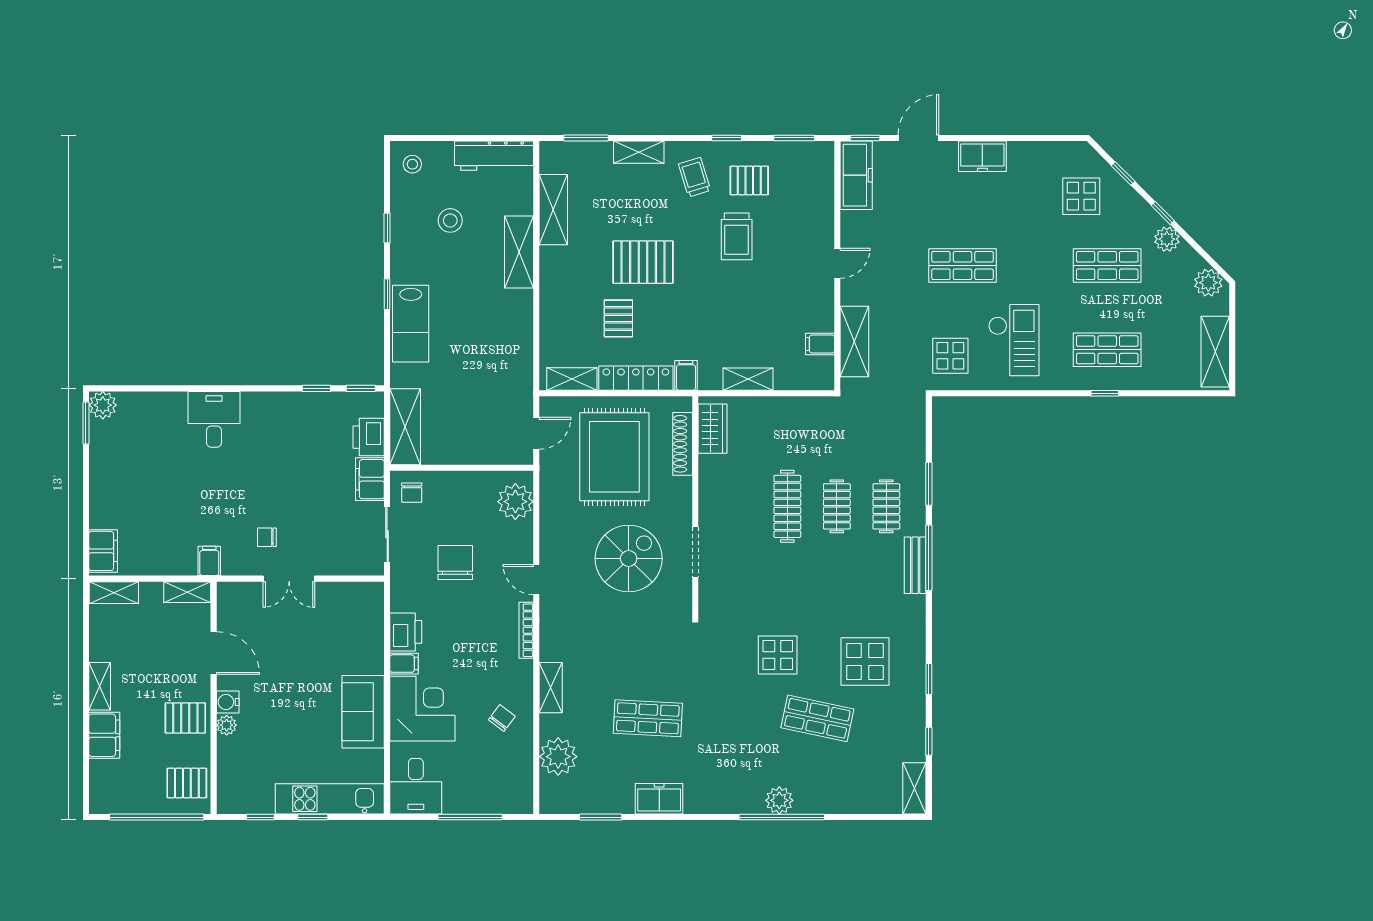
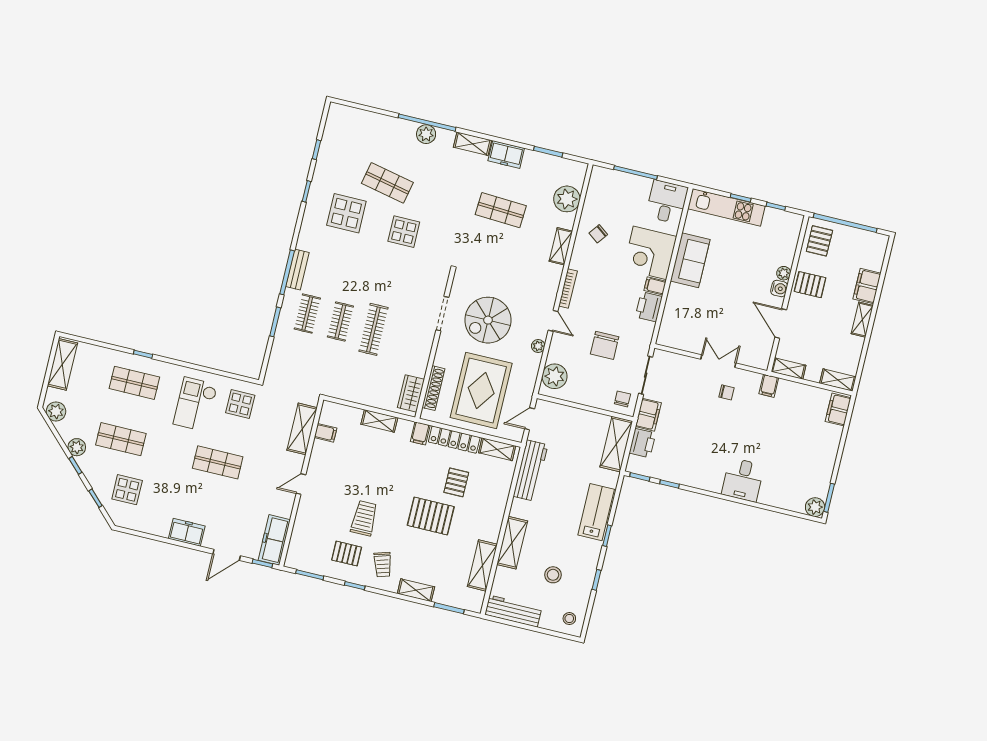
workbench: (517, 360) -> (530, 471), added
plant: (549, 539) -> (538, 346), added
pallet: (187, 783) -> (819, 241), turned 90
shelving: (914, 788) -> (472, 144), moved, turned 90

